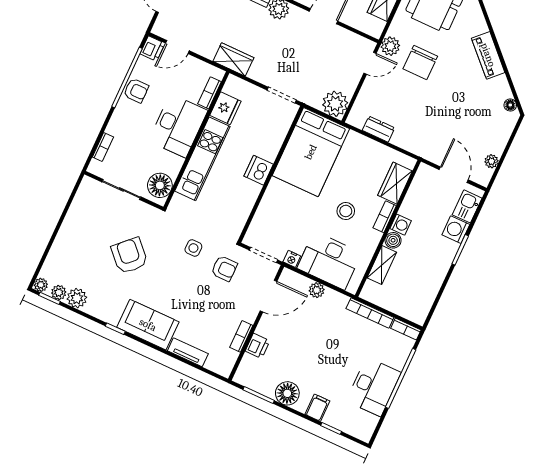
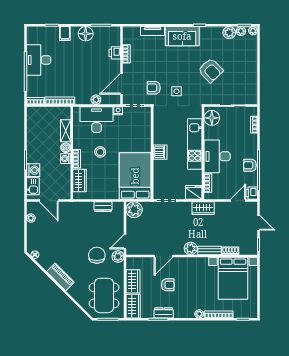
fridge: (225, 108) -> (194, 192), moved, turned 90

